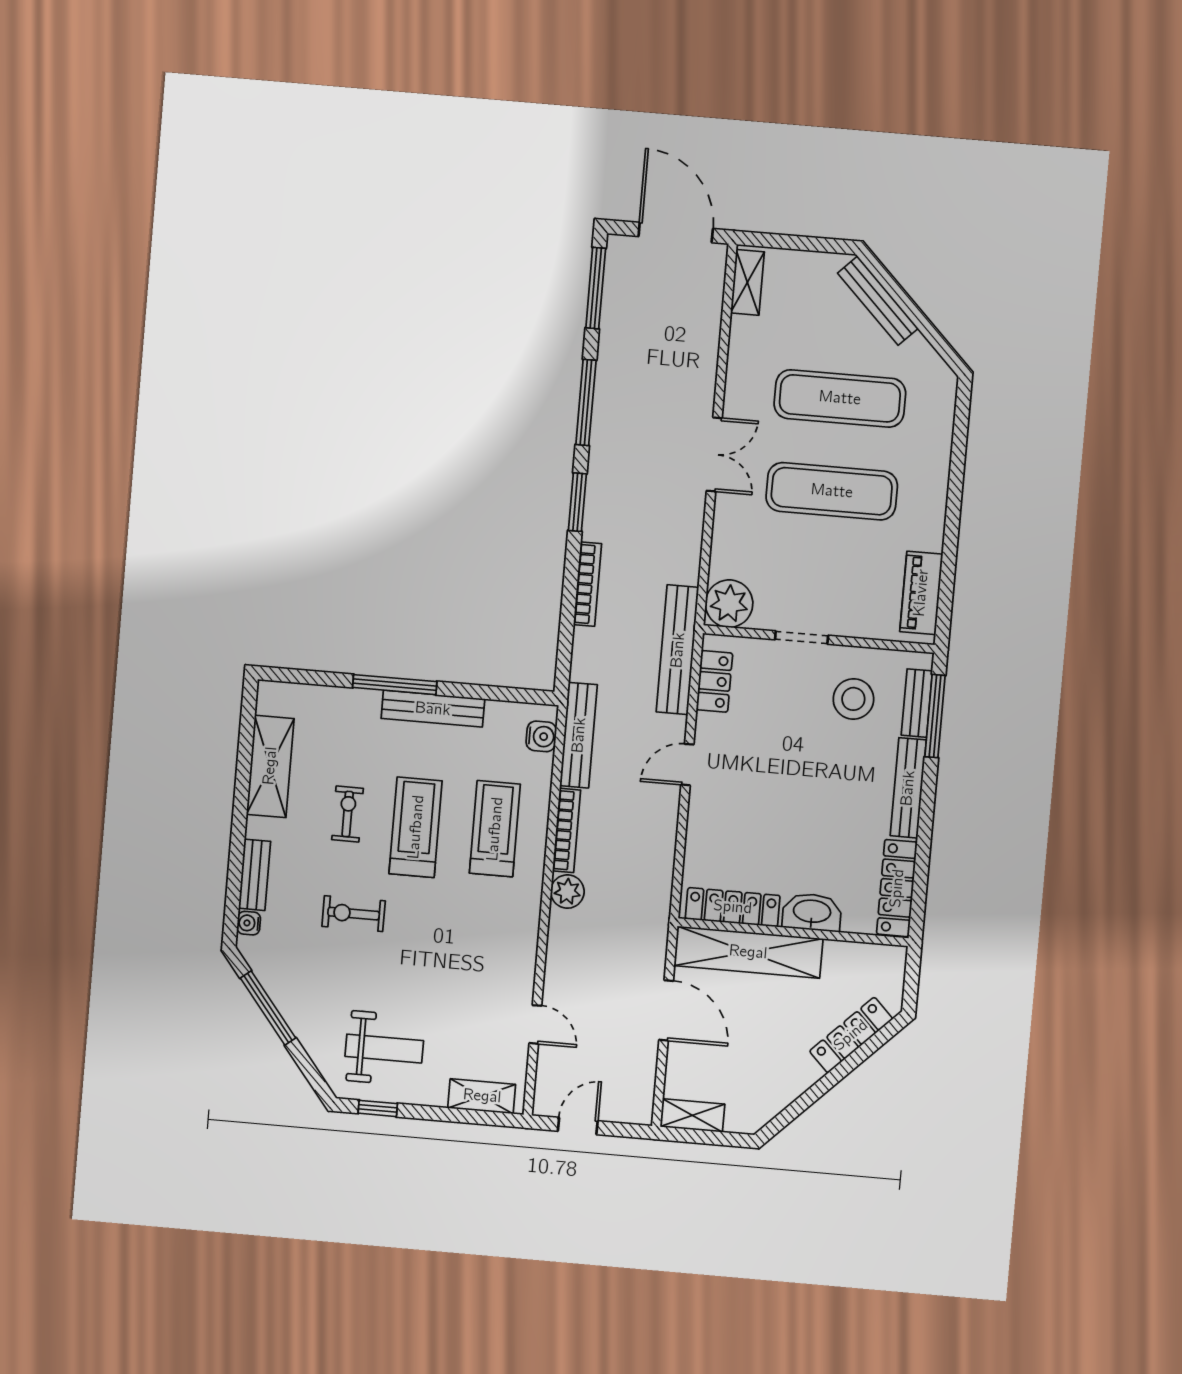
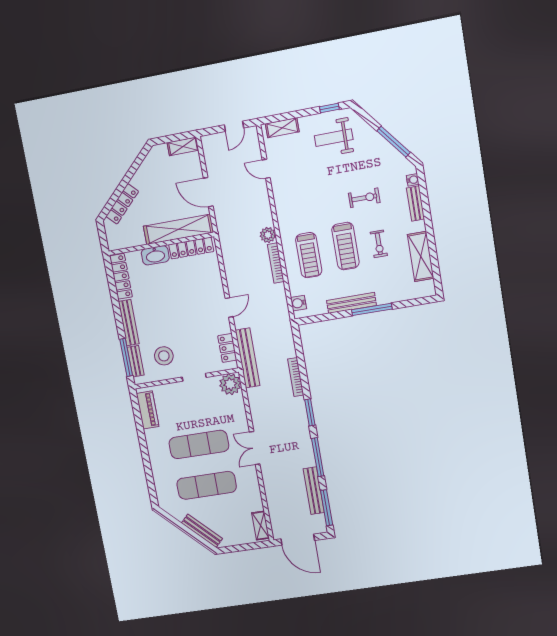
bench: (579, 735) -> (314, 491), moved

